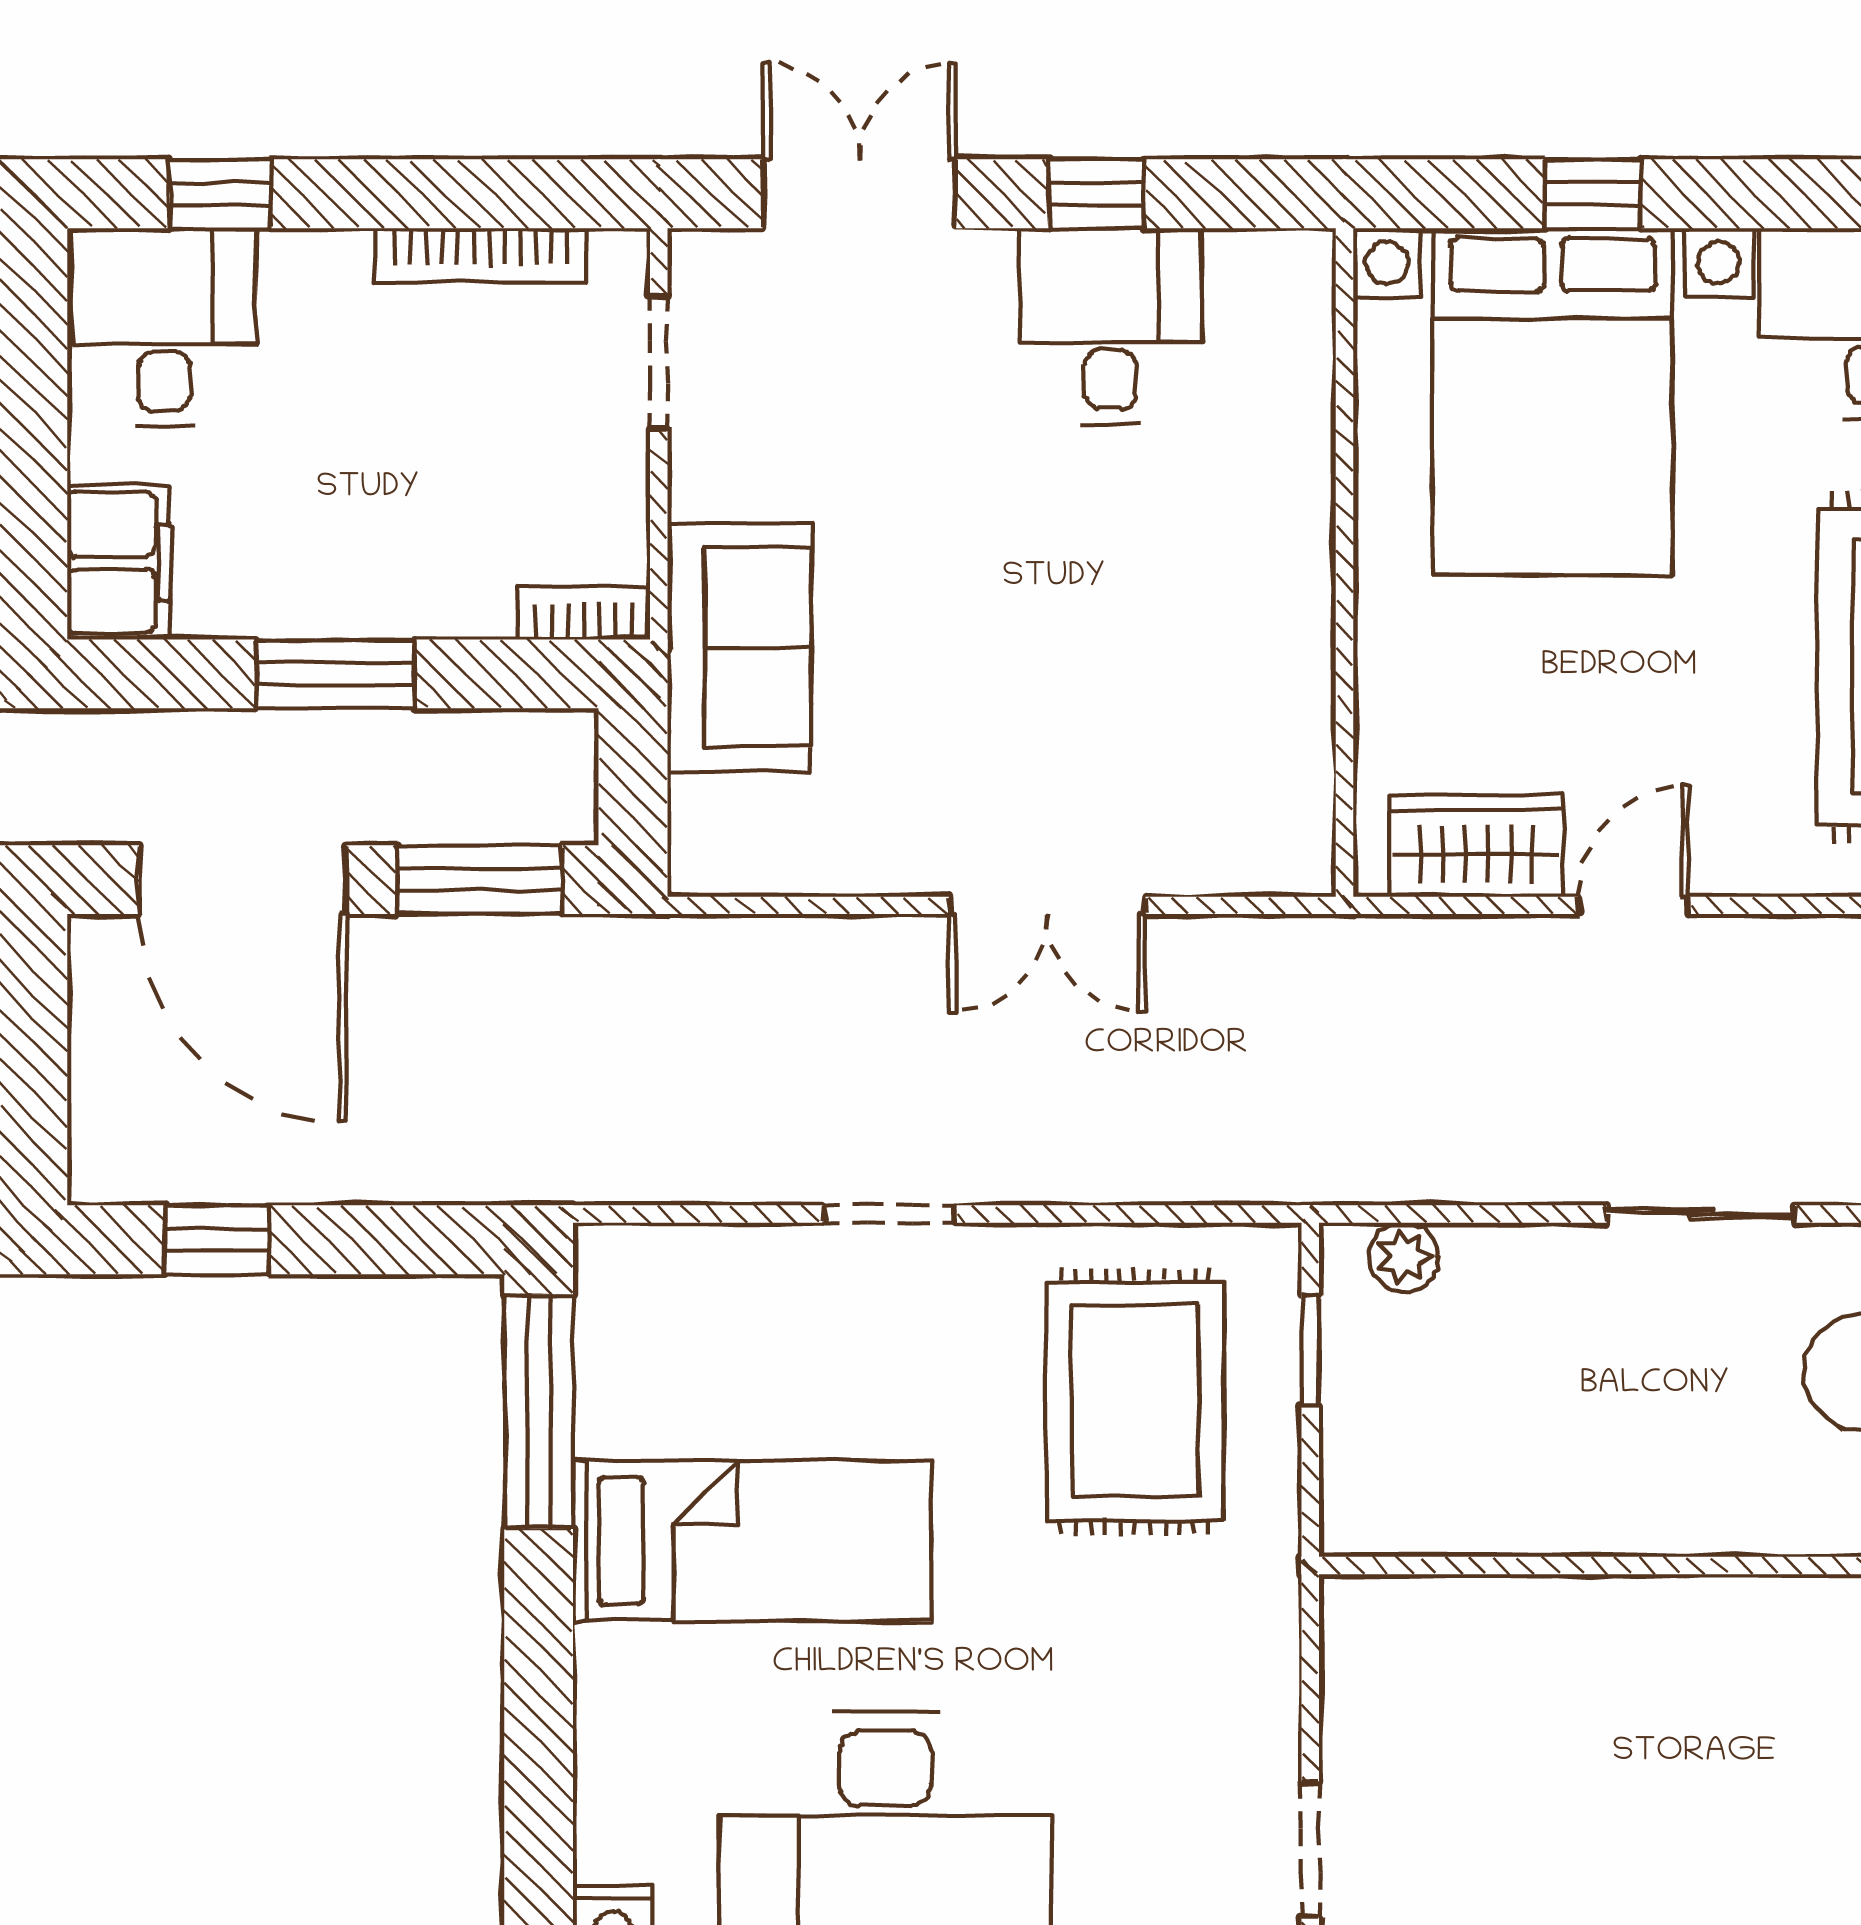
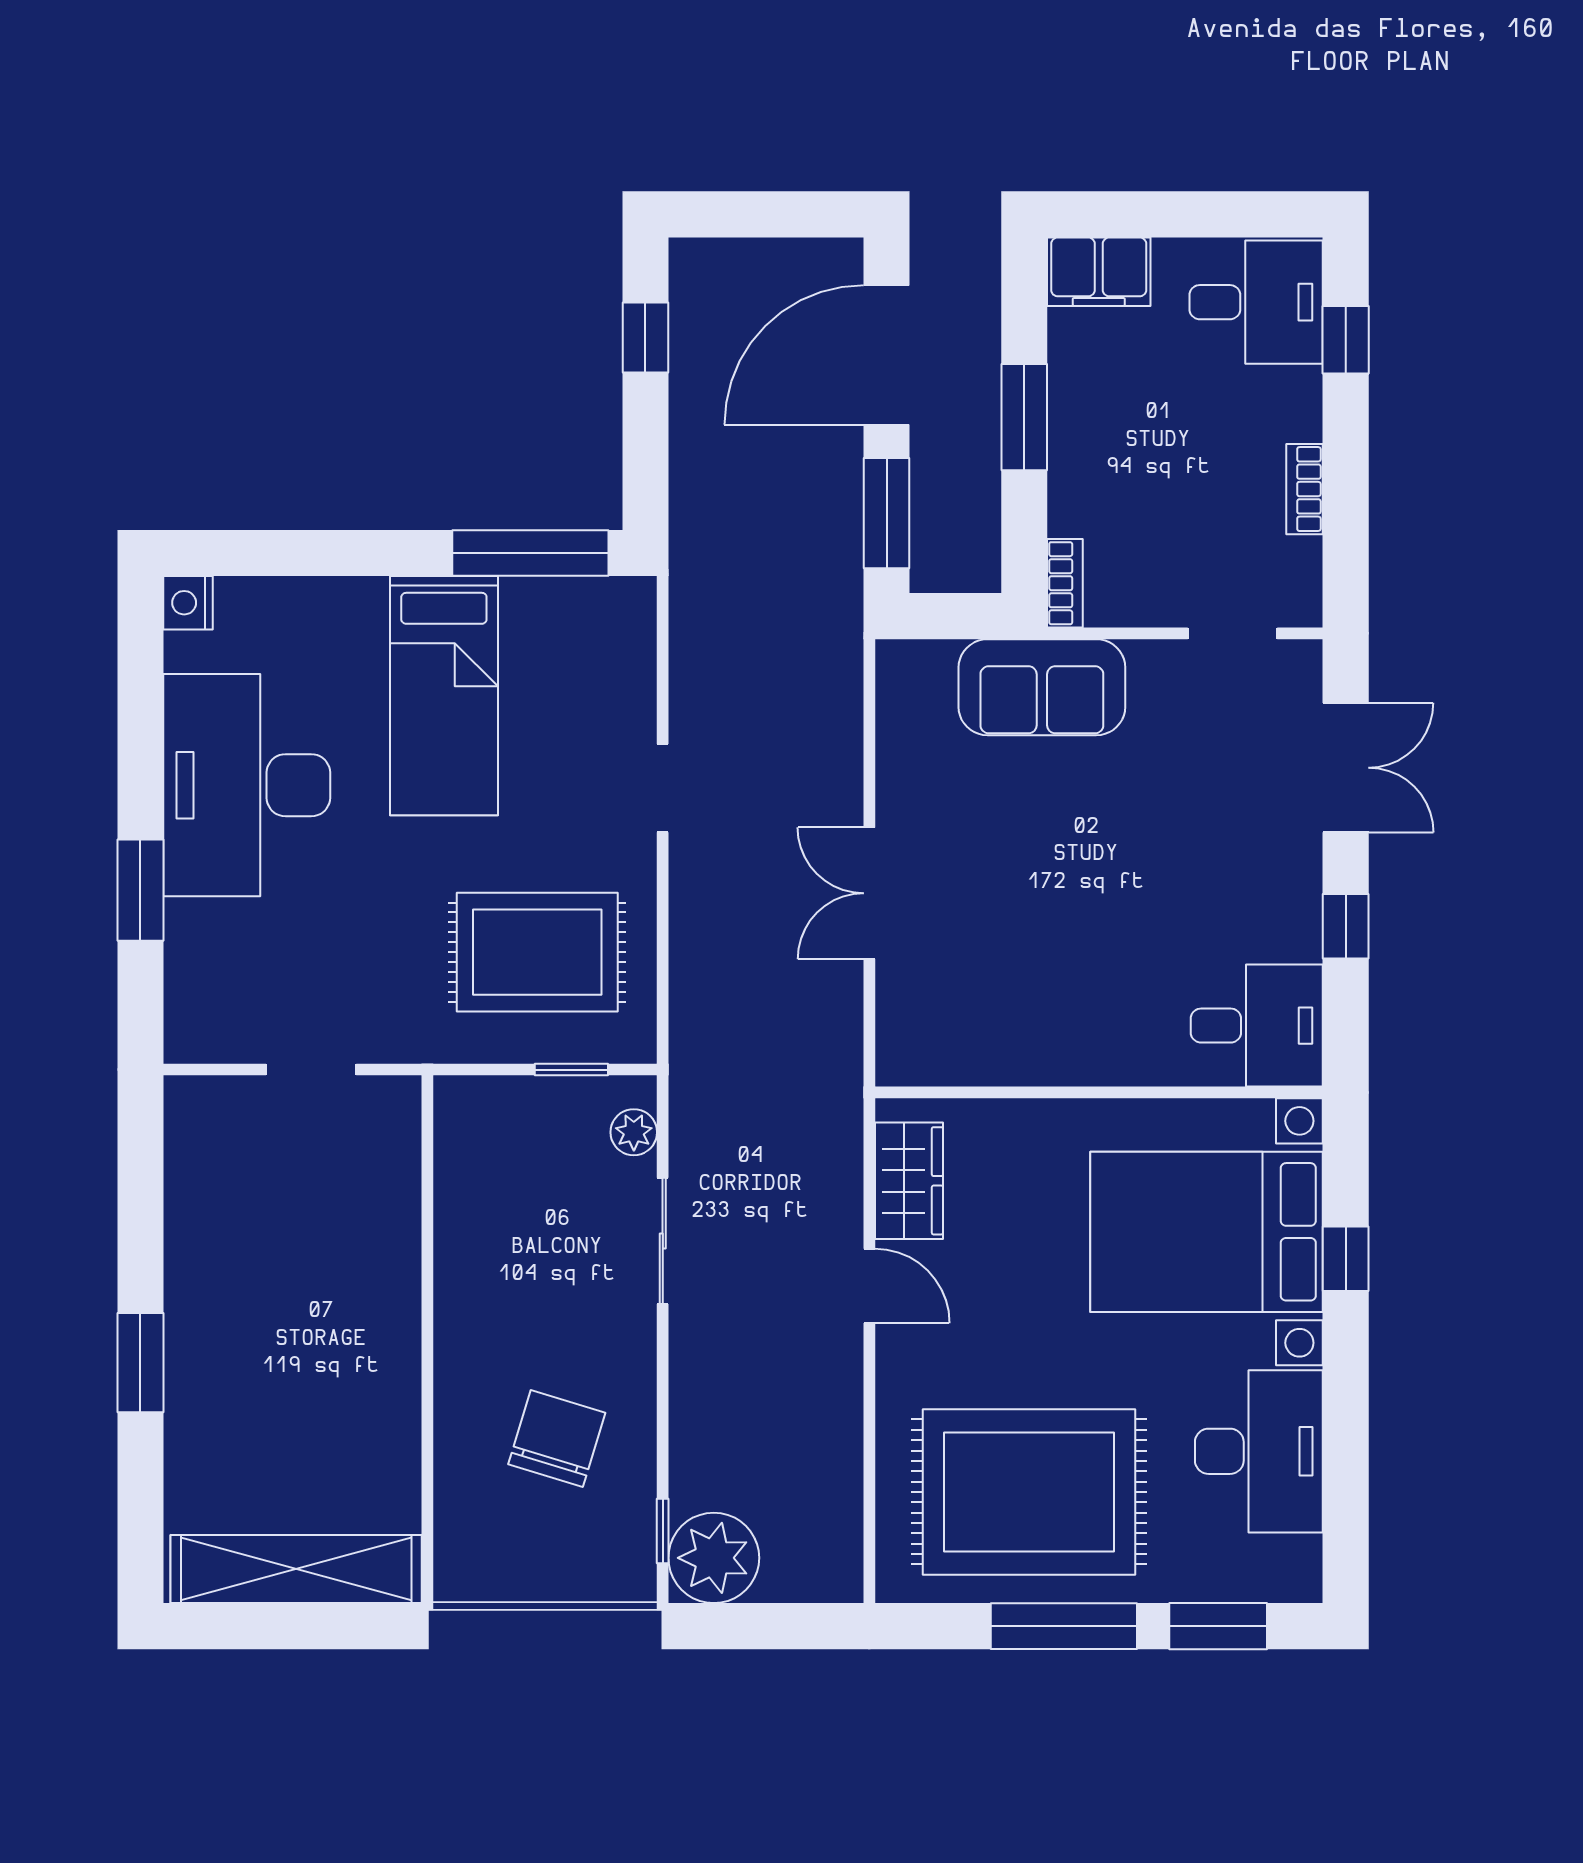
bookcase: (481, 255) -> (1305, 489), width x0.64
desk: (1111, 327) -> (1257, 1026), moved
sliding door: (1701, 1214) -> (663, 1241), moved
doorway: (1310, 1850) -> (311, 1070), moved

